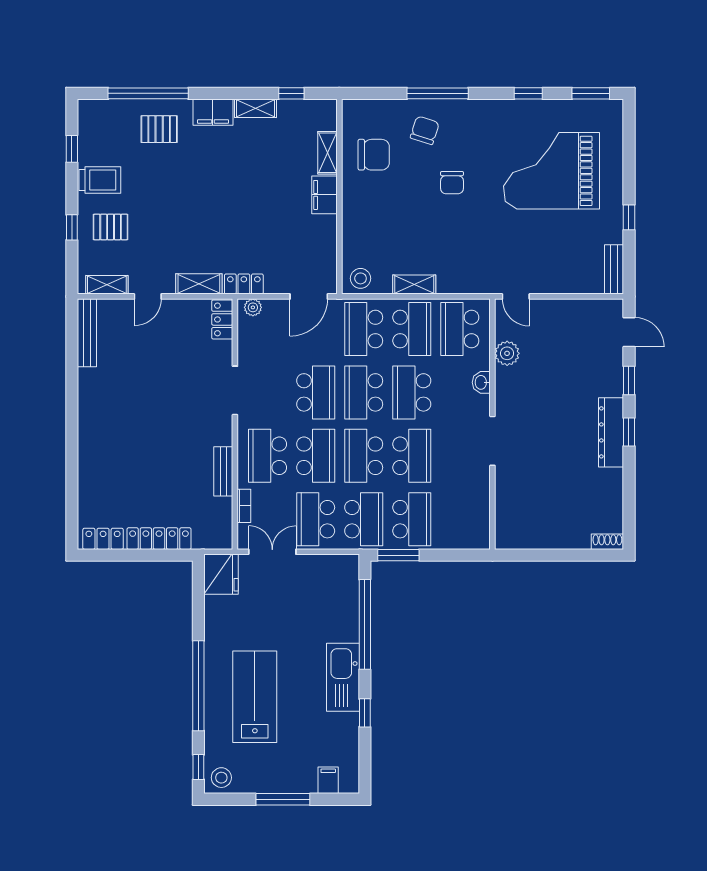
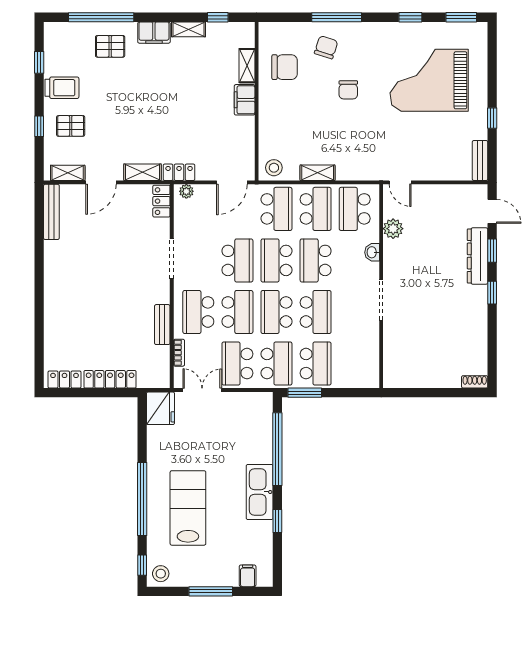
door: (148, 296) -> (101, 182), width x1.38
school desk: (364, 329) -> (276, 209), turned 180
dresser: (611, 432) -> (478, 256), moved

